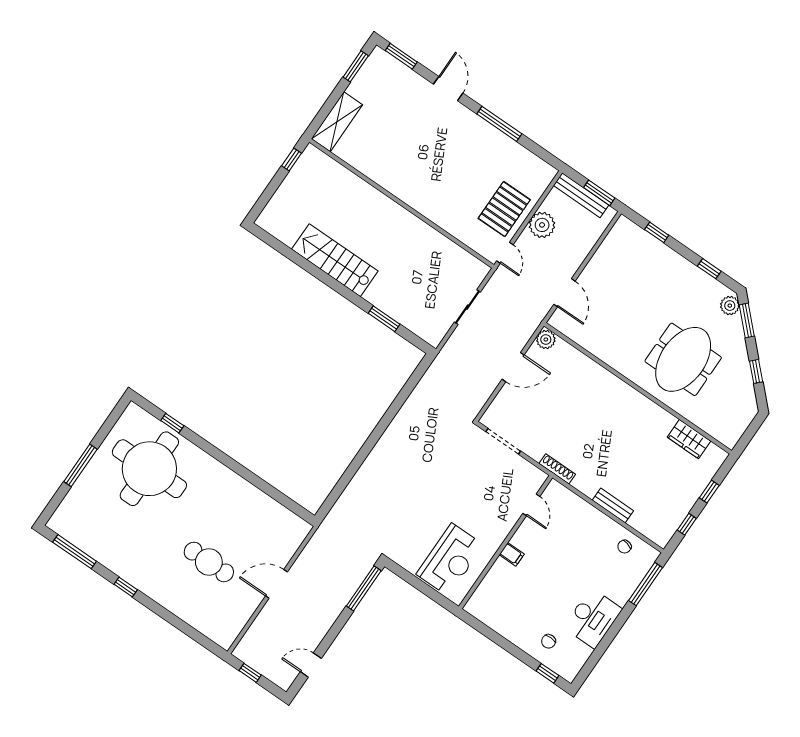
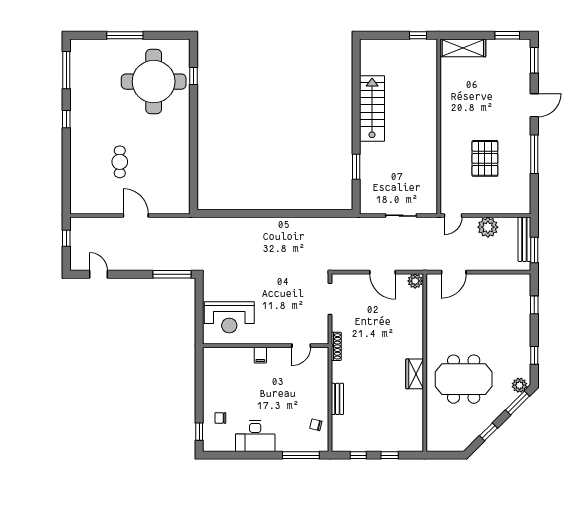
pallet: (504, 209) -> (485, 158), moved, turned 90
wardrobe: (689, 439) -> (415, 374), moved
cafe table: (209, 562) -> (120, 162), width x0.73, depth x0.74

